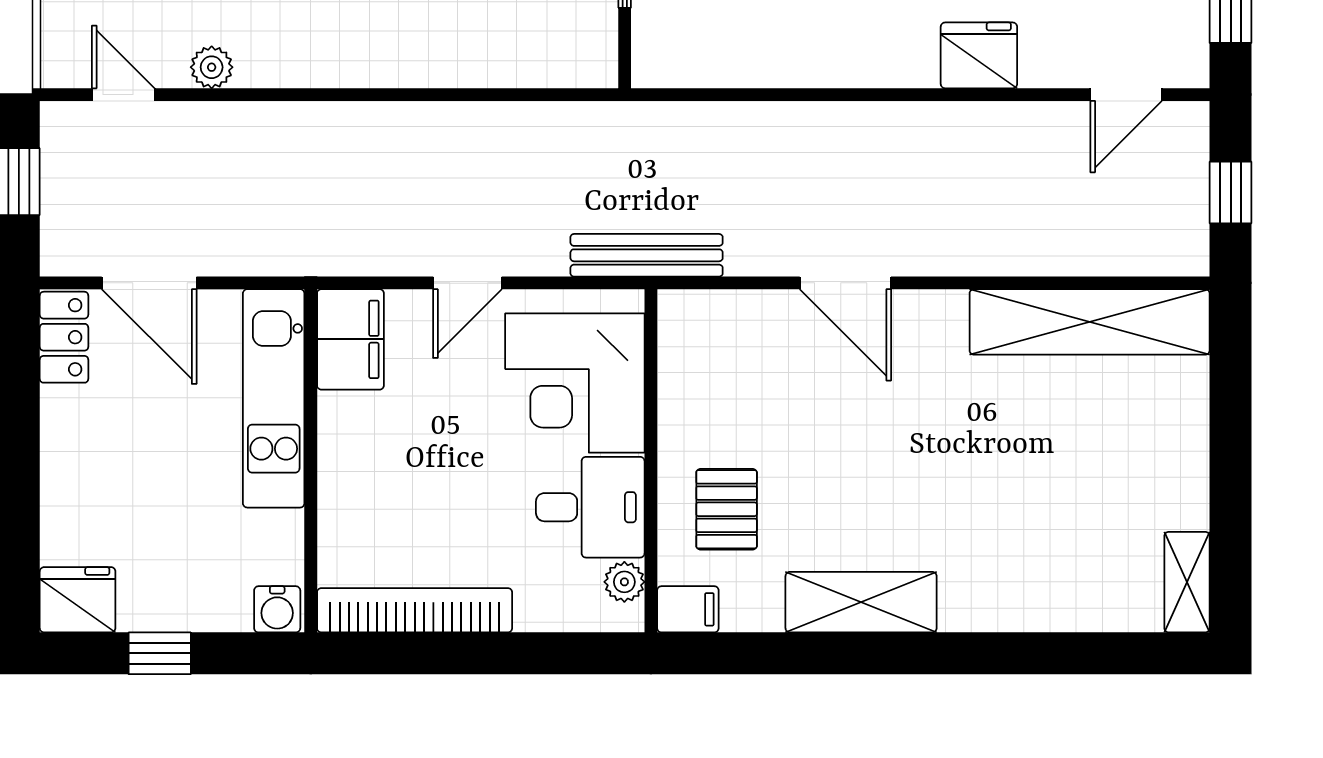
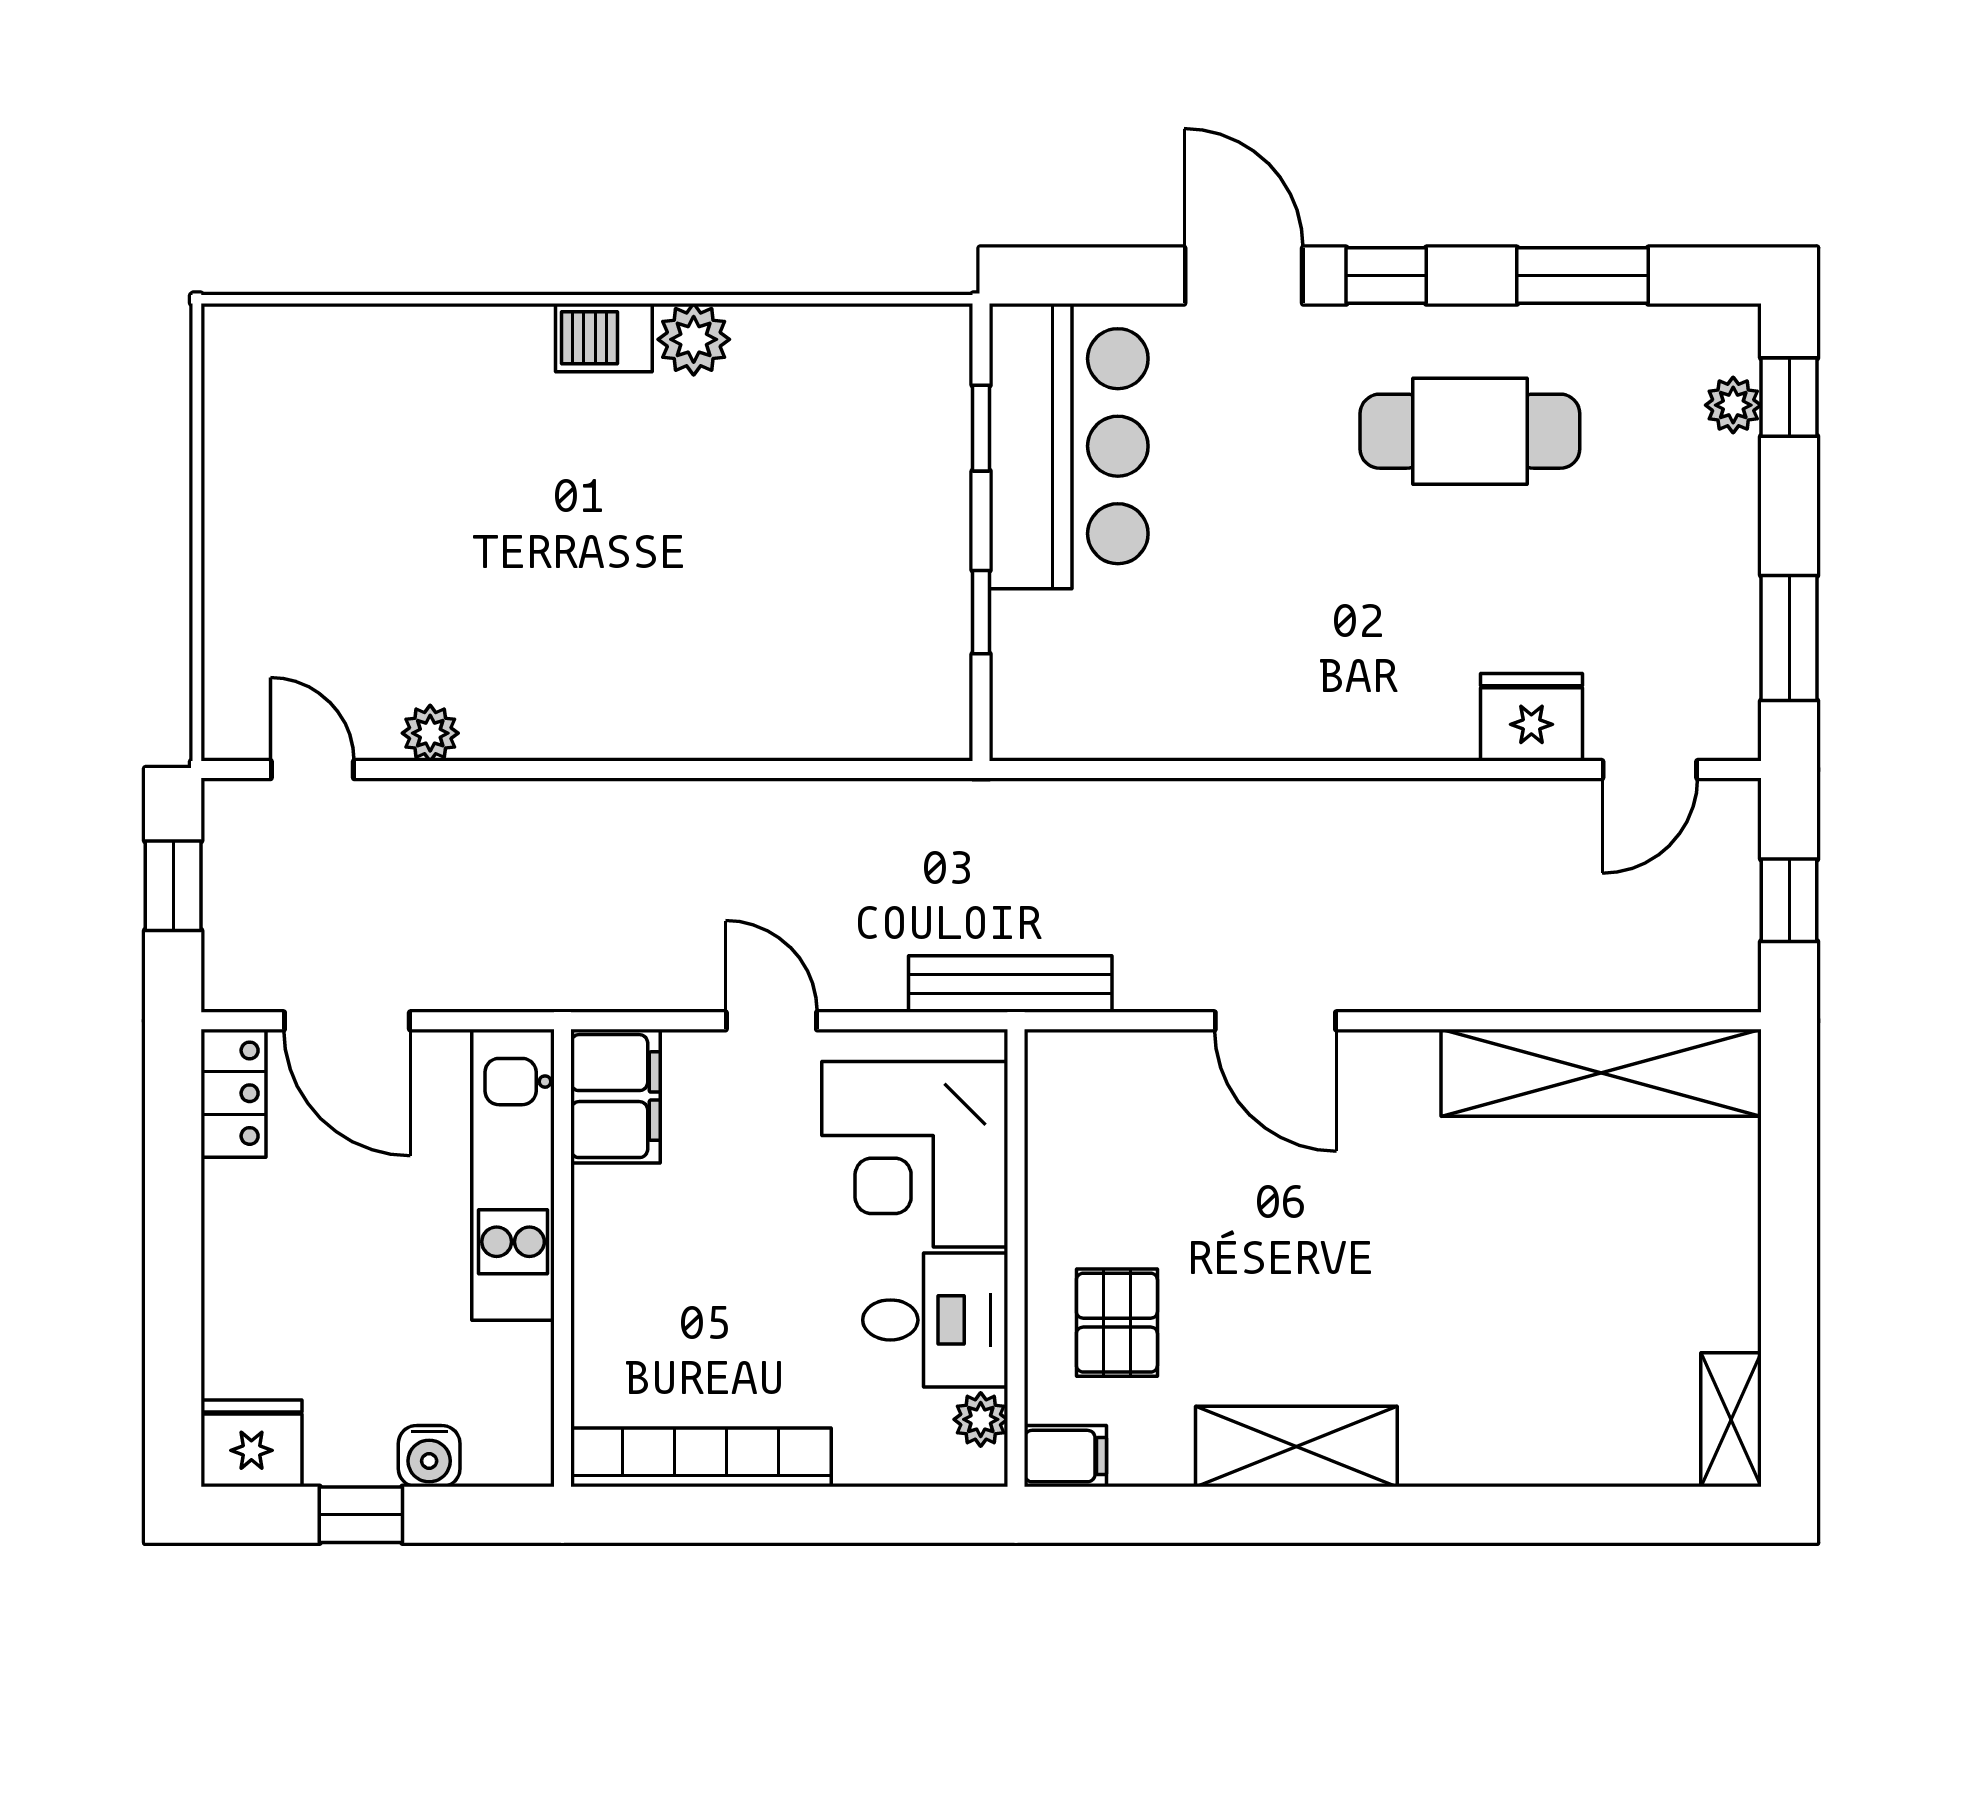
fridge: (979, 55) -> (1531, 717), moved
door: (467, 283) -> (771, 1021), swing flipped
water cooler: (277, 609) -> (429, 1456), moved

